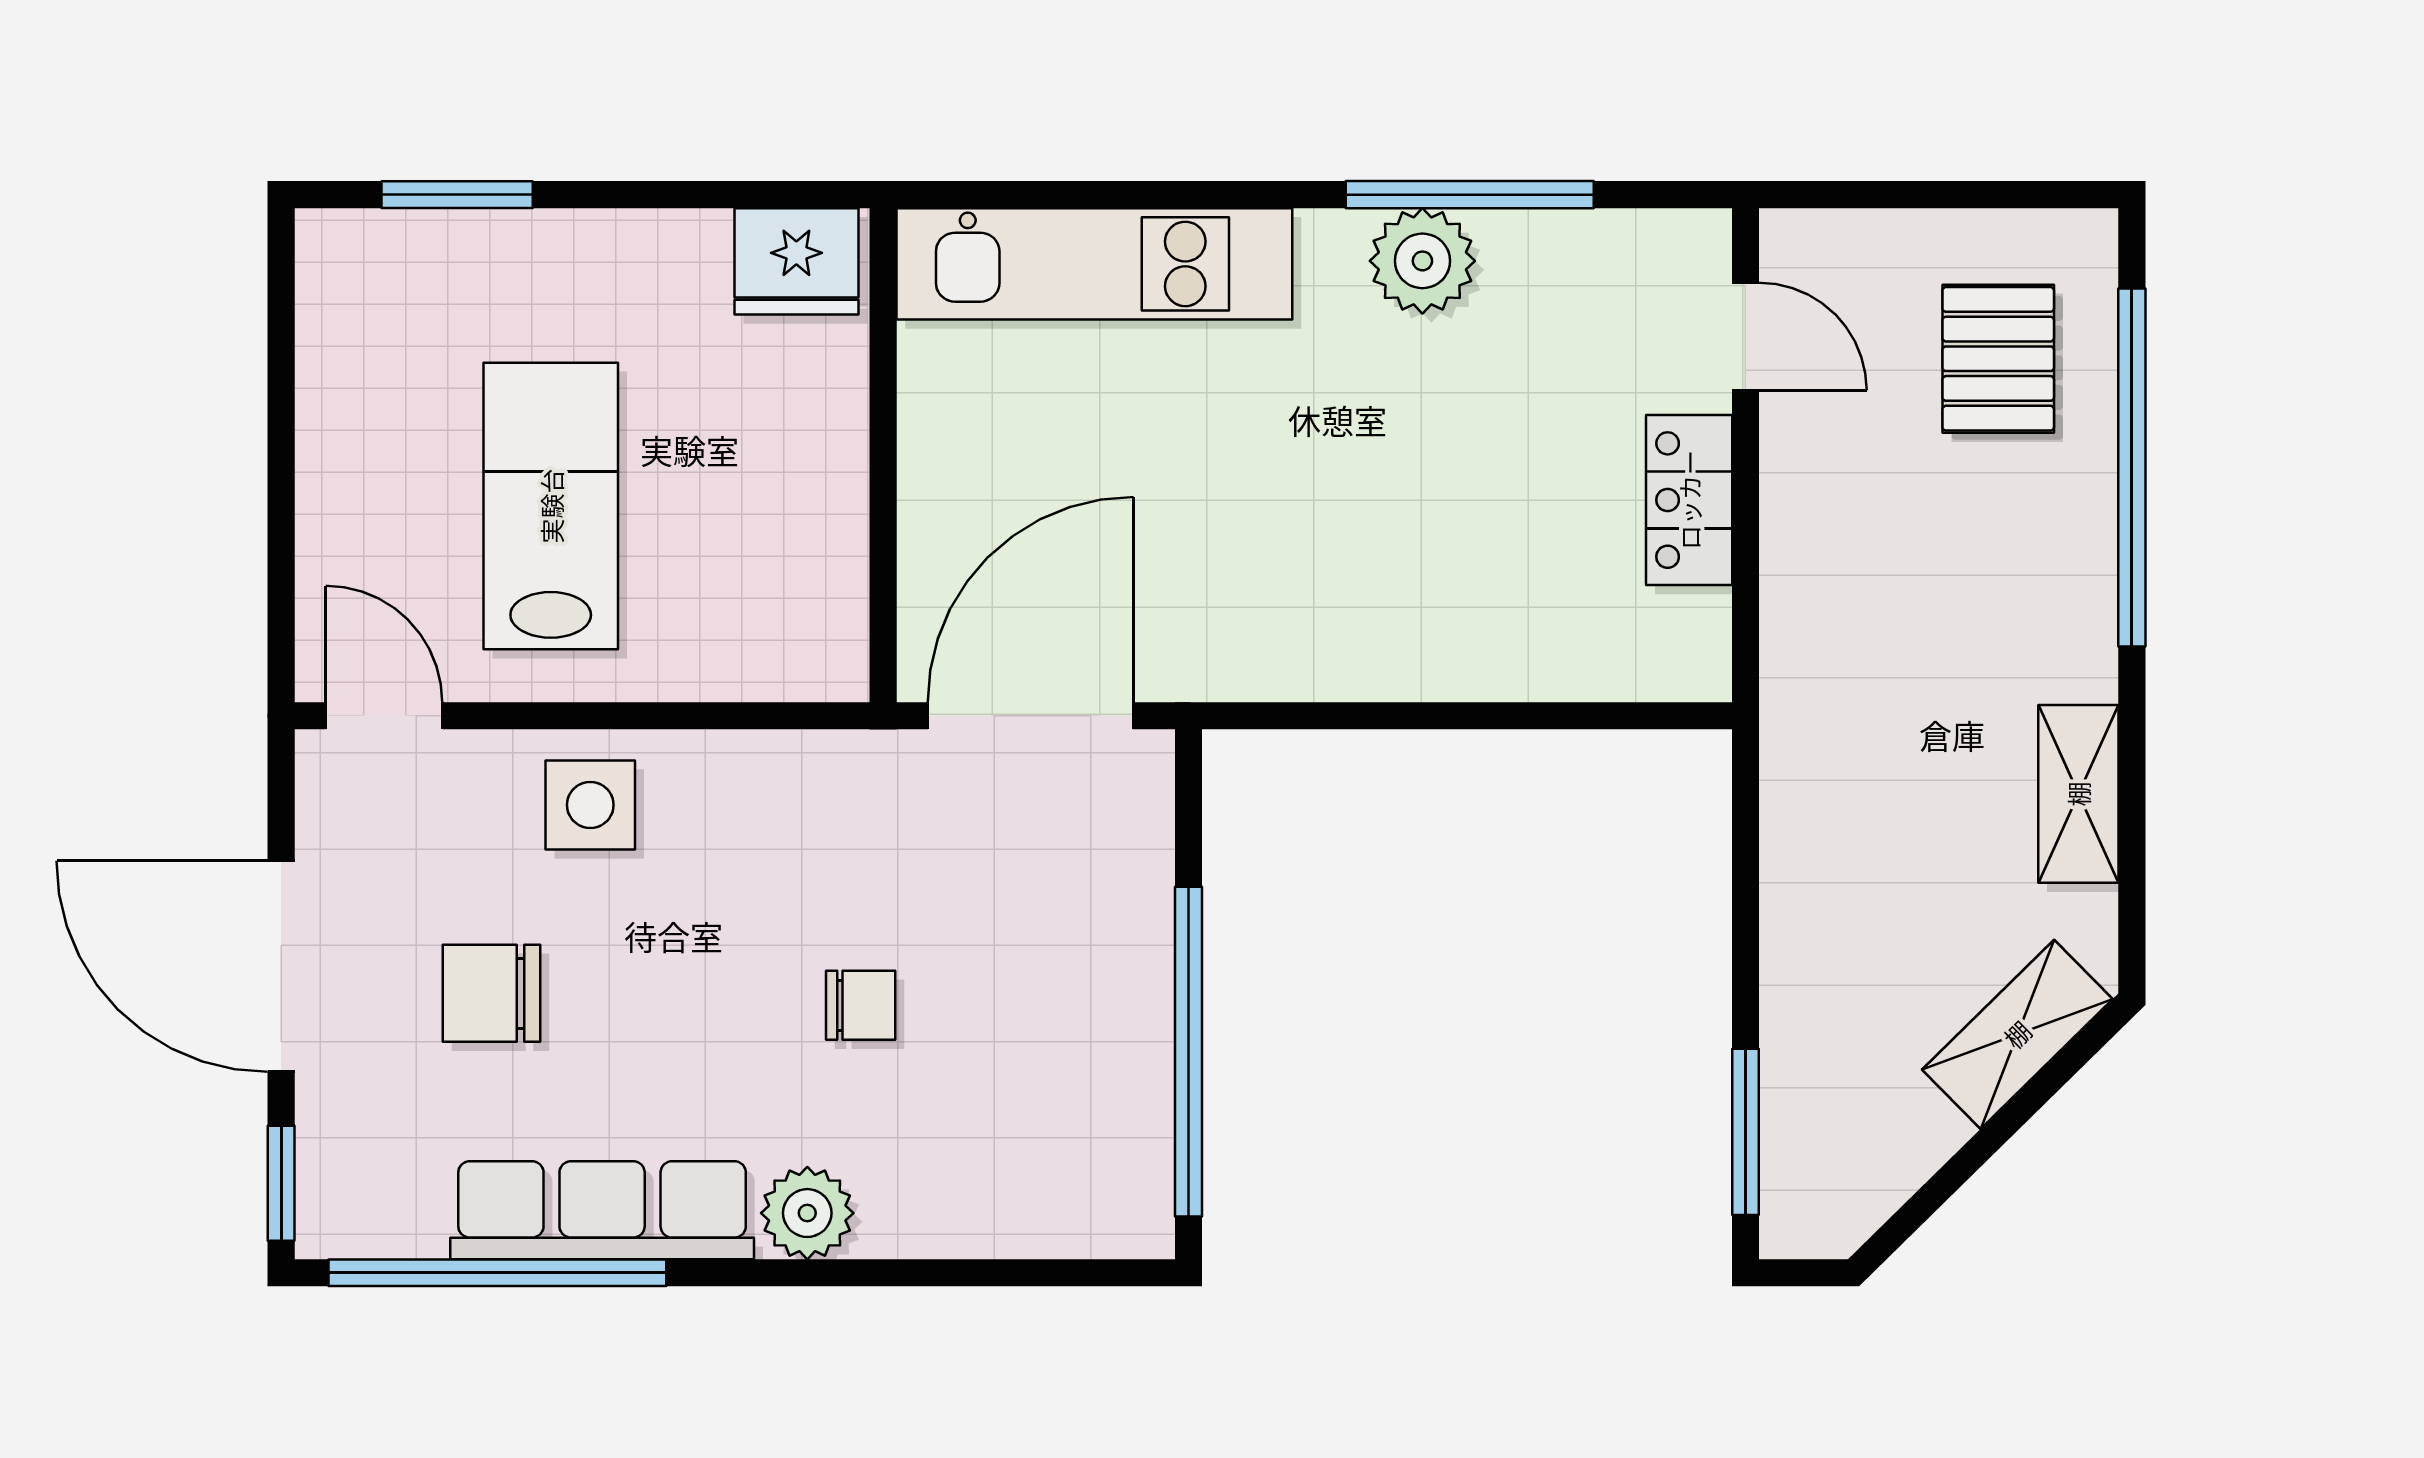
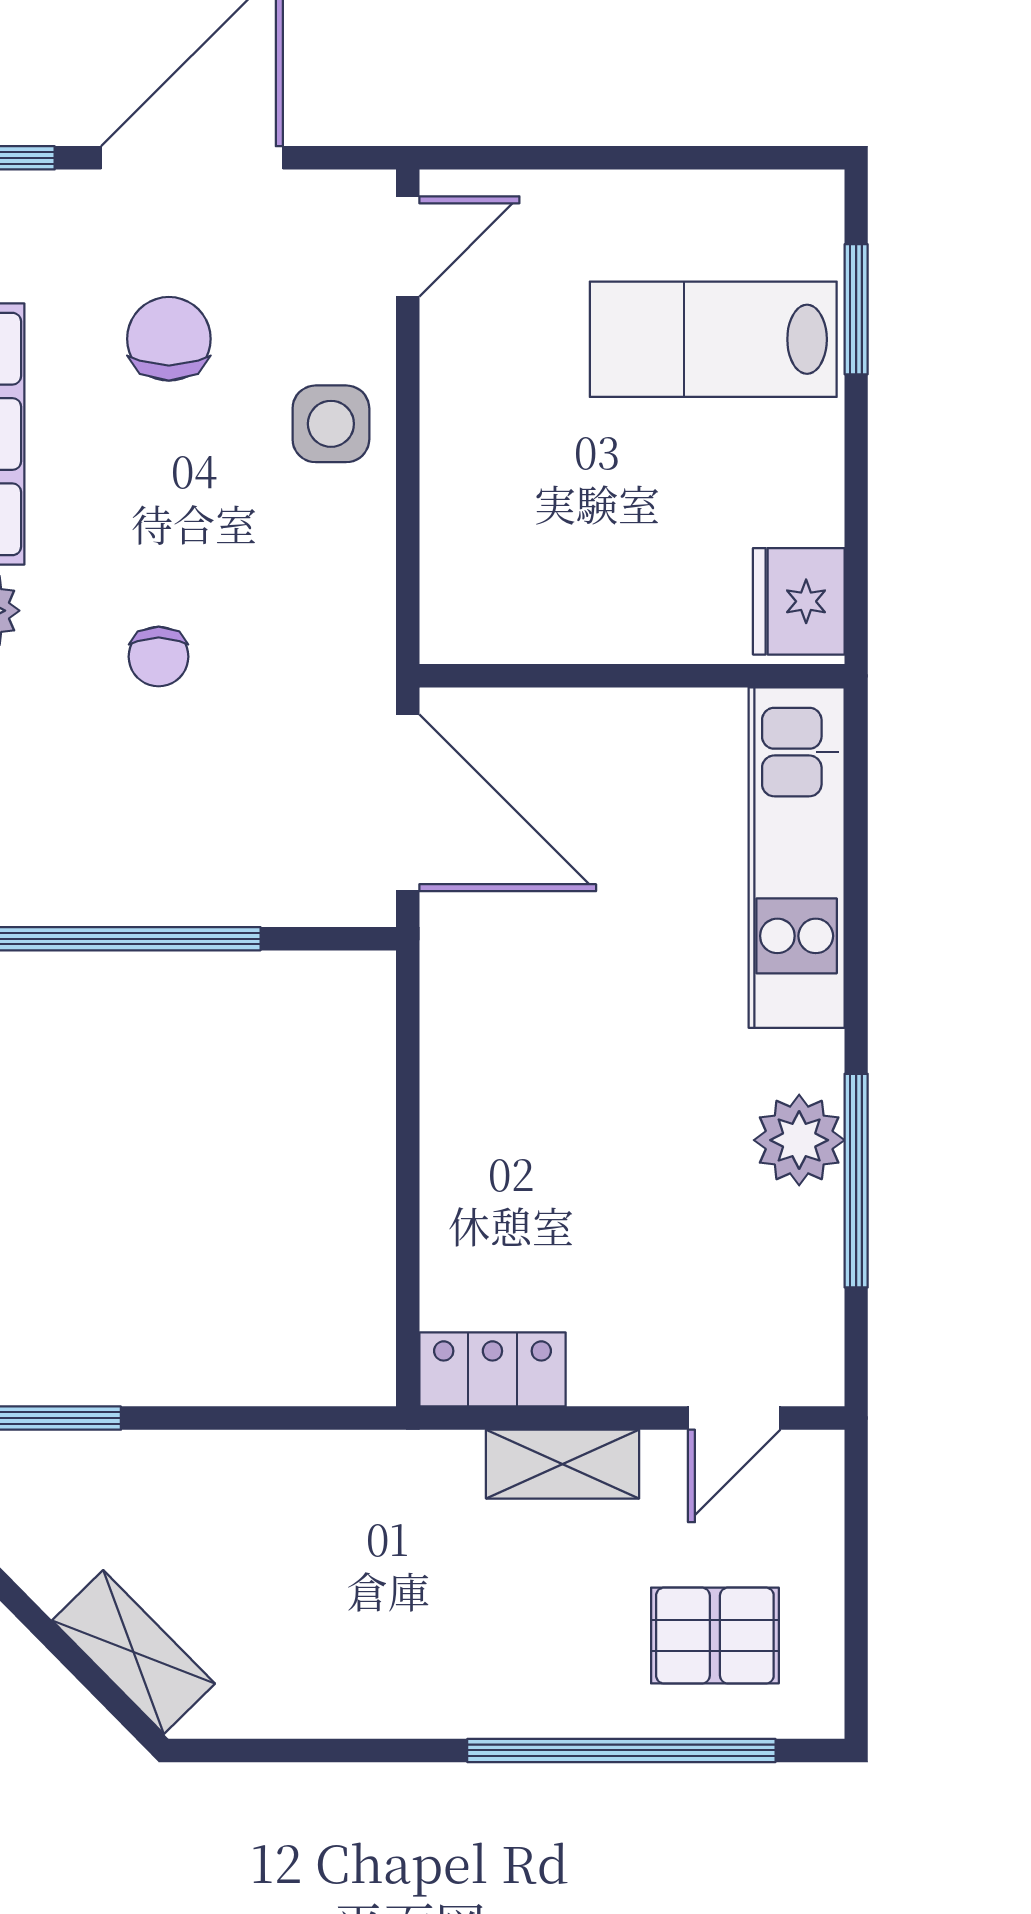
locker: (1689, 500) -> (492, 1369), moved
lab bench: (551, 506) -> (713, 339), moved, turned 180
shelving: (2078, 794) -> (563, 1464), moved

